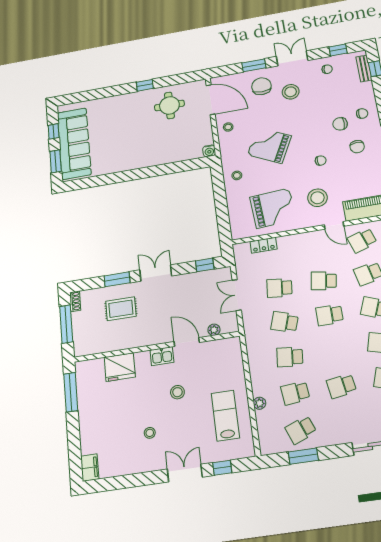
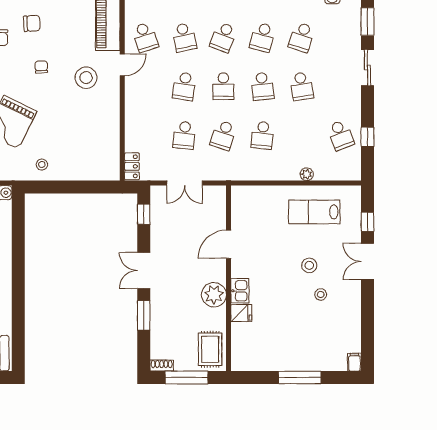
grand piano: (273, 208) -> (90, 129), removed
locker: (264, 245) -> (132, 166), moved
rug: (121, 309) -> (210, 349), moved
plant: (214, 330) -> (214, 295), moved, width x1.87, depth x1.87
kitchen sink: (162, 356) -> (240, 291), moved
fridge: (120, 367) -> (241, 313), width x0.53, depth x0.75
window: (71, 392) -> (300, 378), moved
stool: (177, 392) -> (309, 265), moved
school desk: (295, 393) -> (262, 86), moved
window: (303, 456) -> (367, 137), width x0.67
filing cabinet: (90, 468) -> (354, 362), width x0.50

